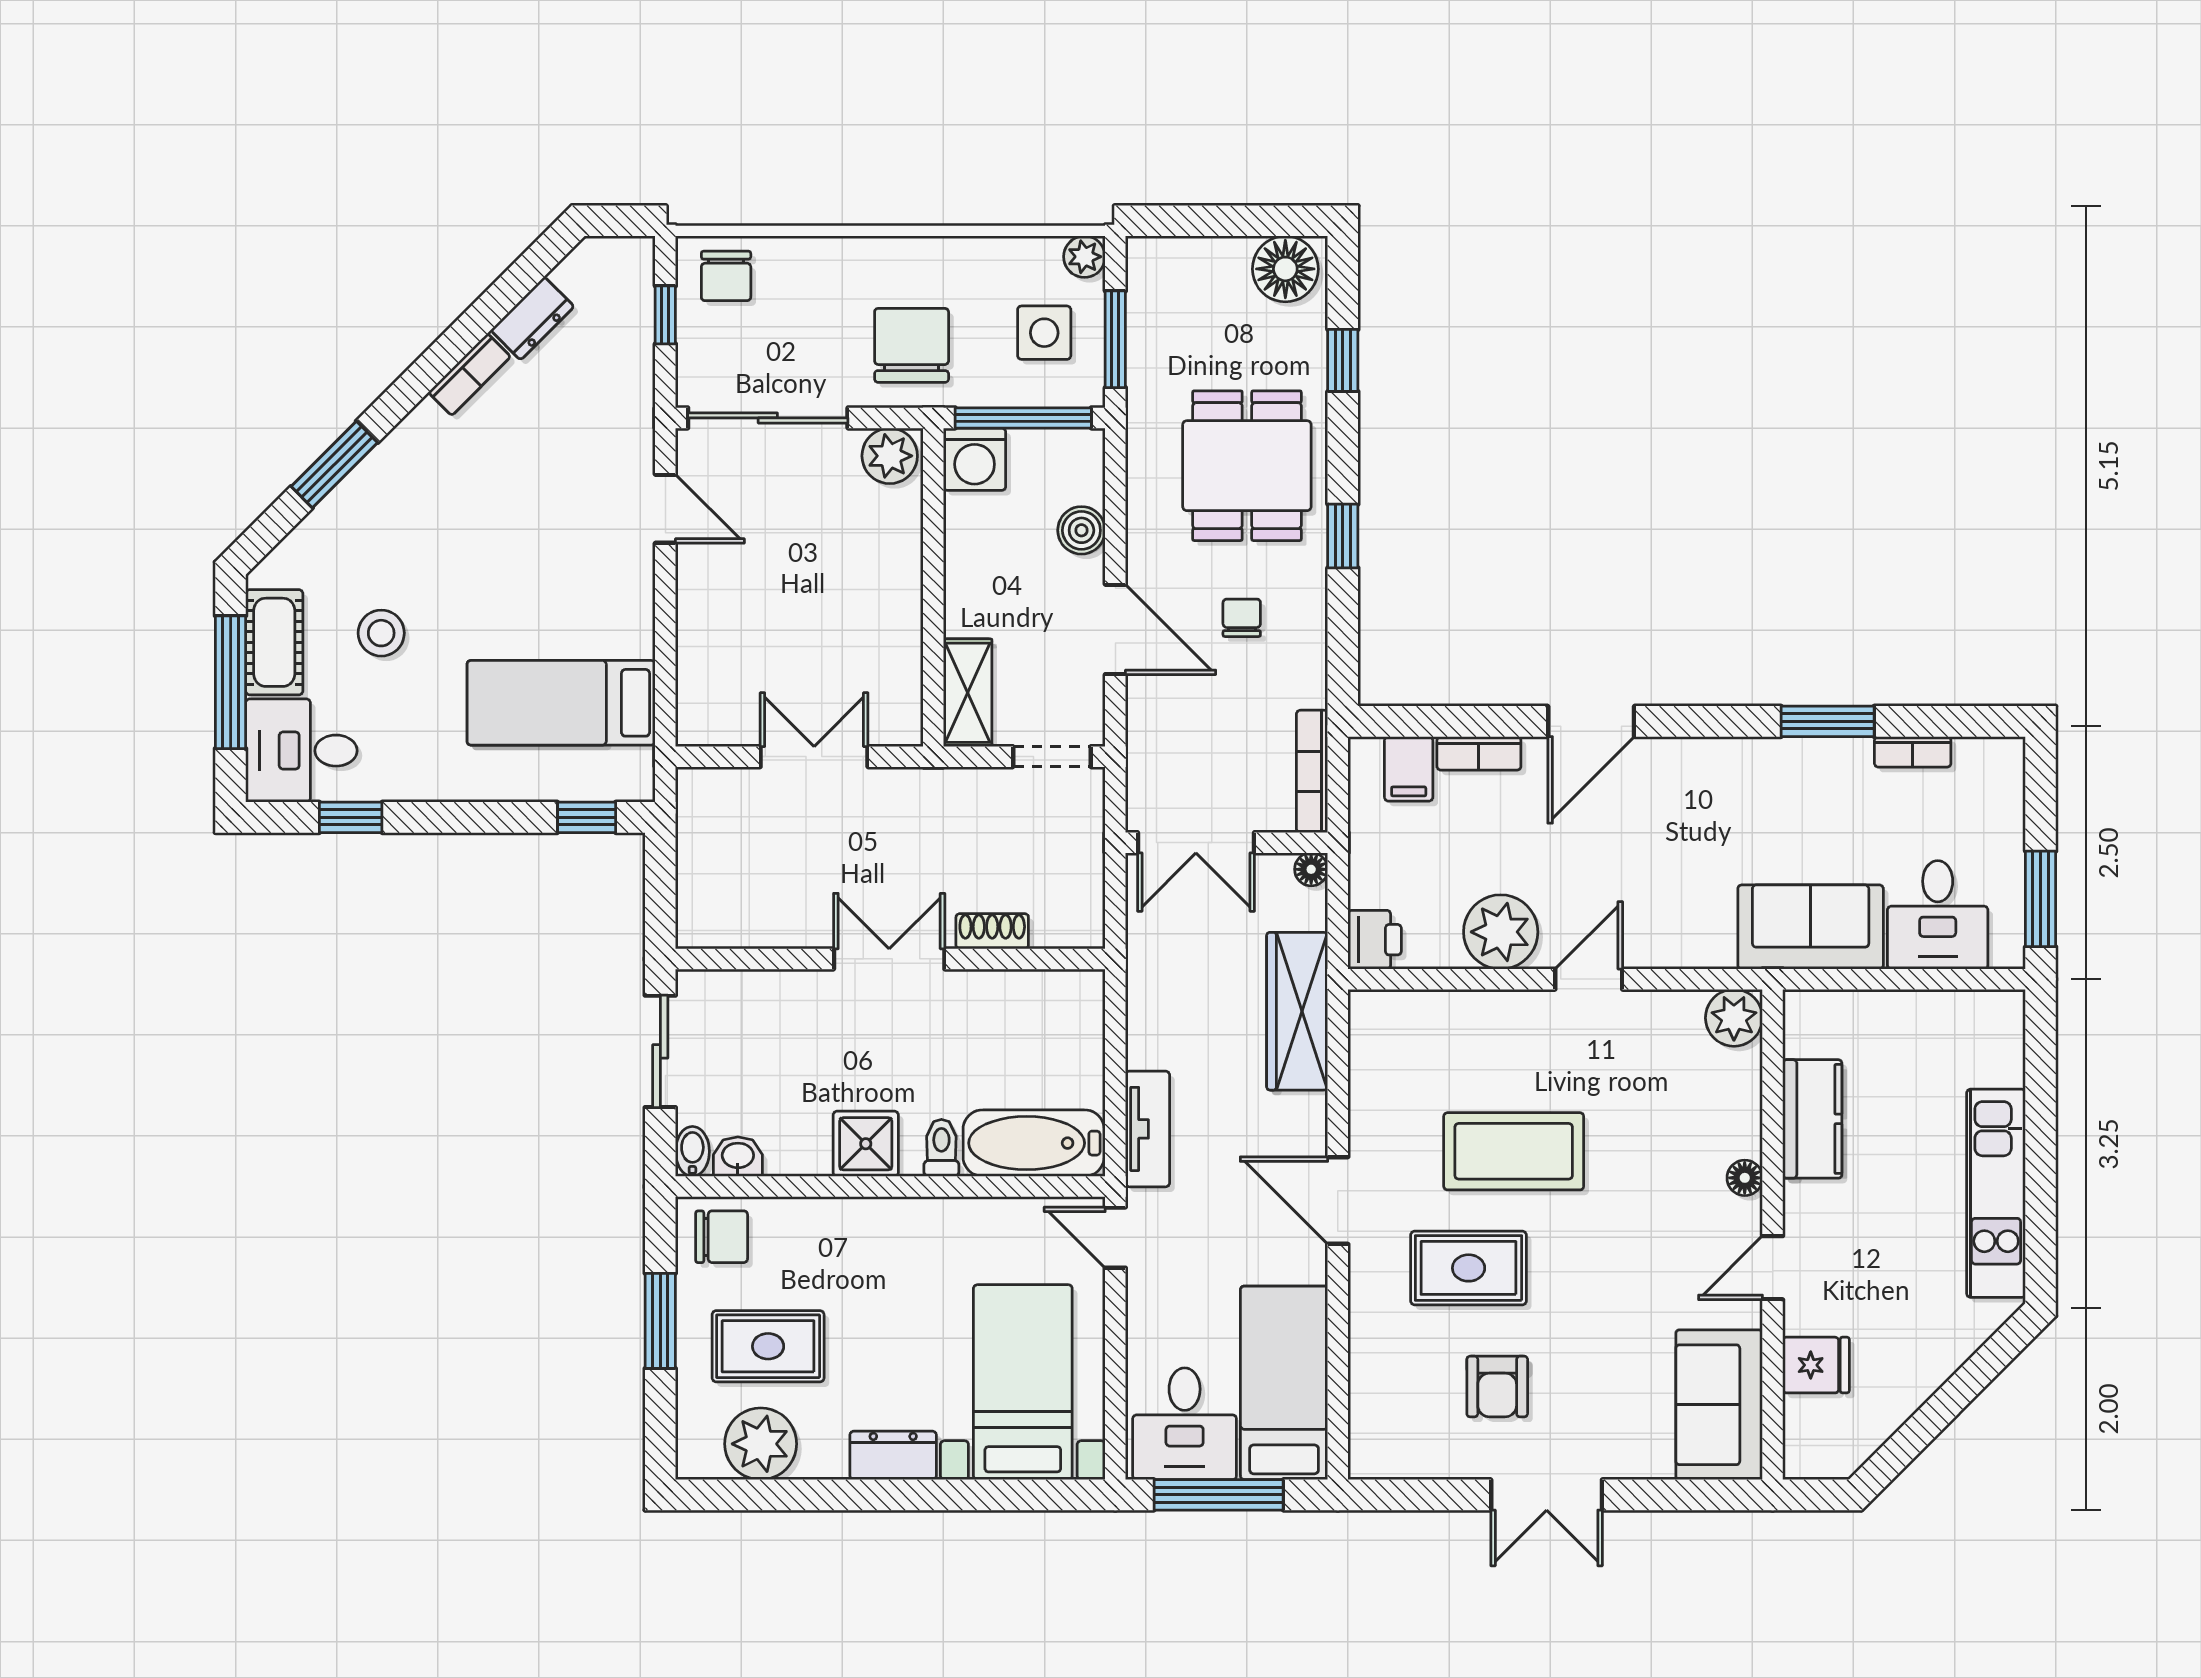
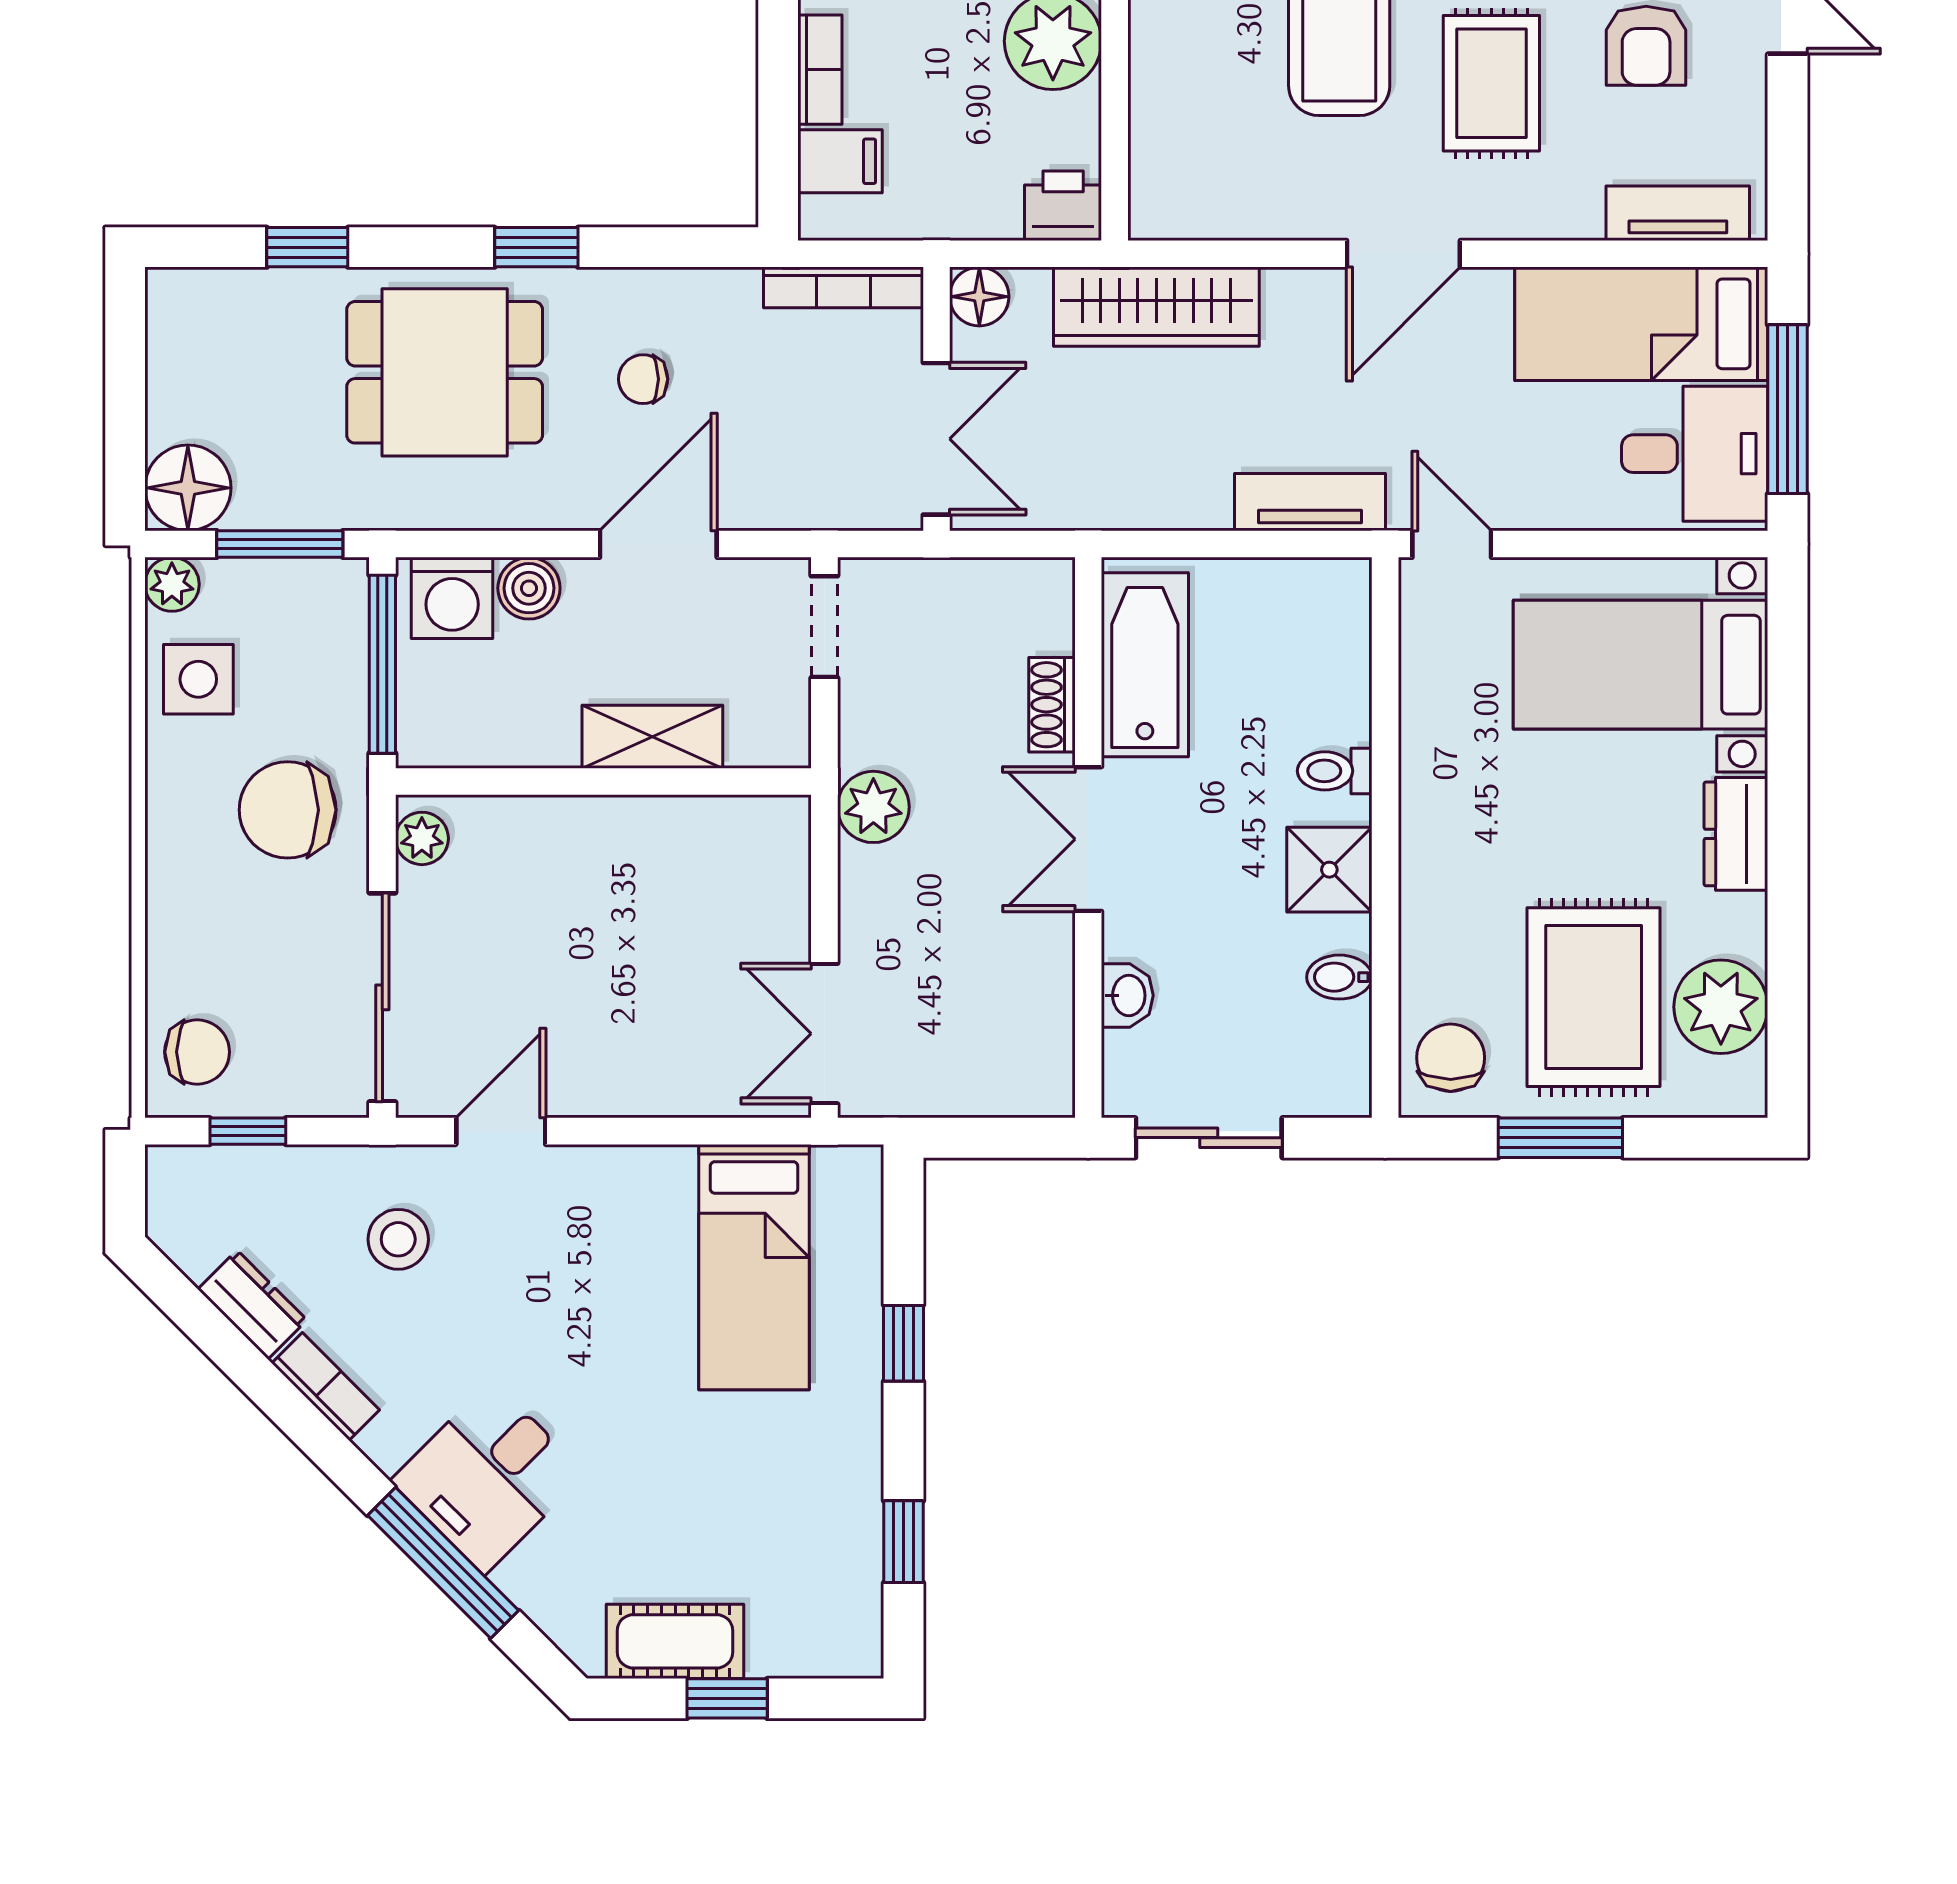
floor lamp: (1285, 269) -> (188, 488), moved
side table: (1044, 333) -> (198, 679), moved
plant: (890, 456) -> (422, 838), width x0.73, depth x0.73
washing machine: (975, 459) -> (452, 598), moved, turned 90
window: (334, 464) -> (443, 1563), width x1.44
stool: (381, 633) -> (398, 1239), moved
window: (231, 682) -> (727, 1698), width x0.46
shelving: (968, 693) -> (652, 737), moved
desk: (301, 751) -> (488, 1477), moved, turned 45
double door: (814, 757) -> (824, 1034), moved
plant: (914, 794) -> (873, 807), added
window: (587, 817) -> (904, 1343), moved
floor lamp: (1311, 869) -> (979, 297), width x1.37, depth x1.37
bathtub: (1034, 1143) -> (1145, 665), moved, turned 180
bidet: (692, 1151) -> (1339, 977), moved
washbasin: (738, 1157) -> (1127, 995), moved, turned 180
door: (1115, 1238) -> (1452, 544), swing flipped
rug: (768, 1346) -> (1594, 997), width x1.36, depth x1.43
armchair: (1497, 1387) -> (1646, 46), turned 90
tv unit: (1369, 1411) -> (1678, 213), added

